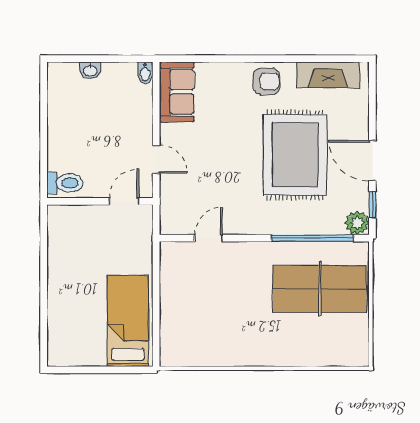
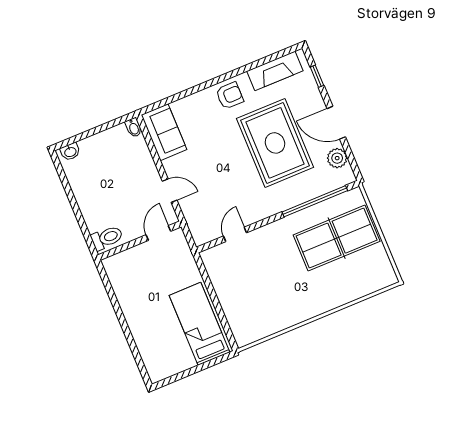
washbasin: (90, 70) -> (70, 152), moved
window: (372, 205) -> (317, 76), moved
plant: (357, 223) -> (337, 158), moved

